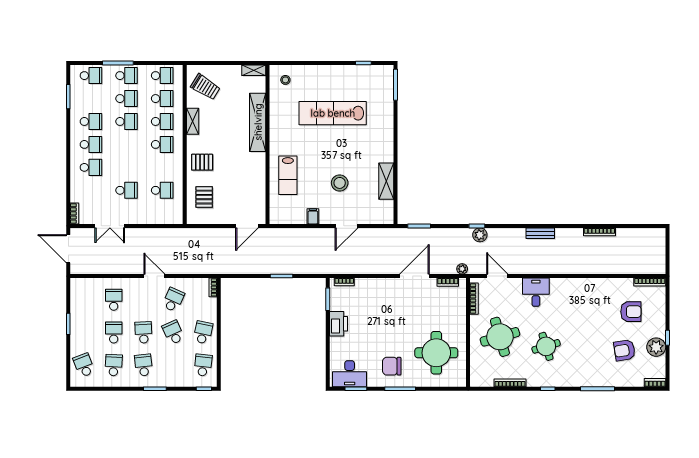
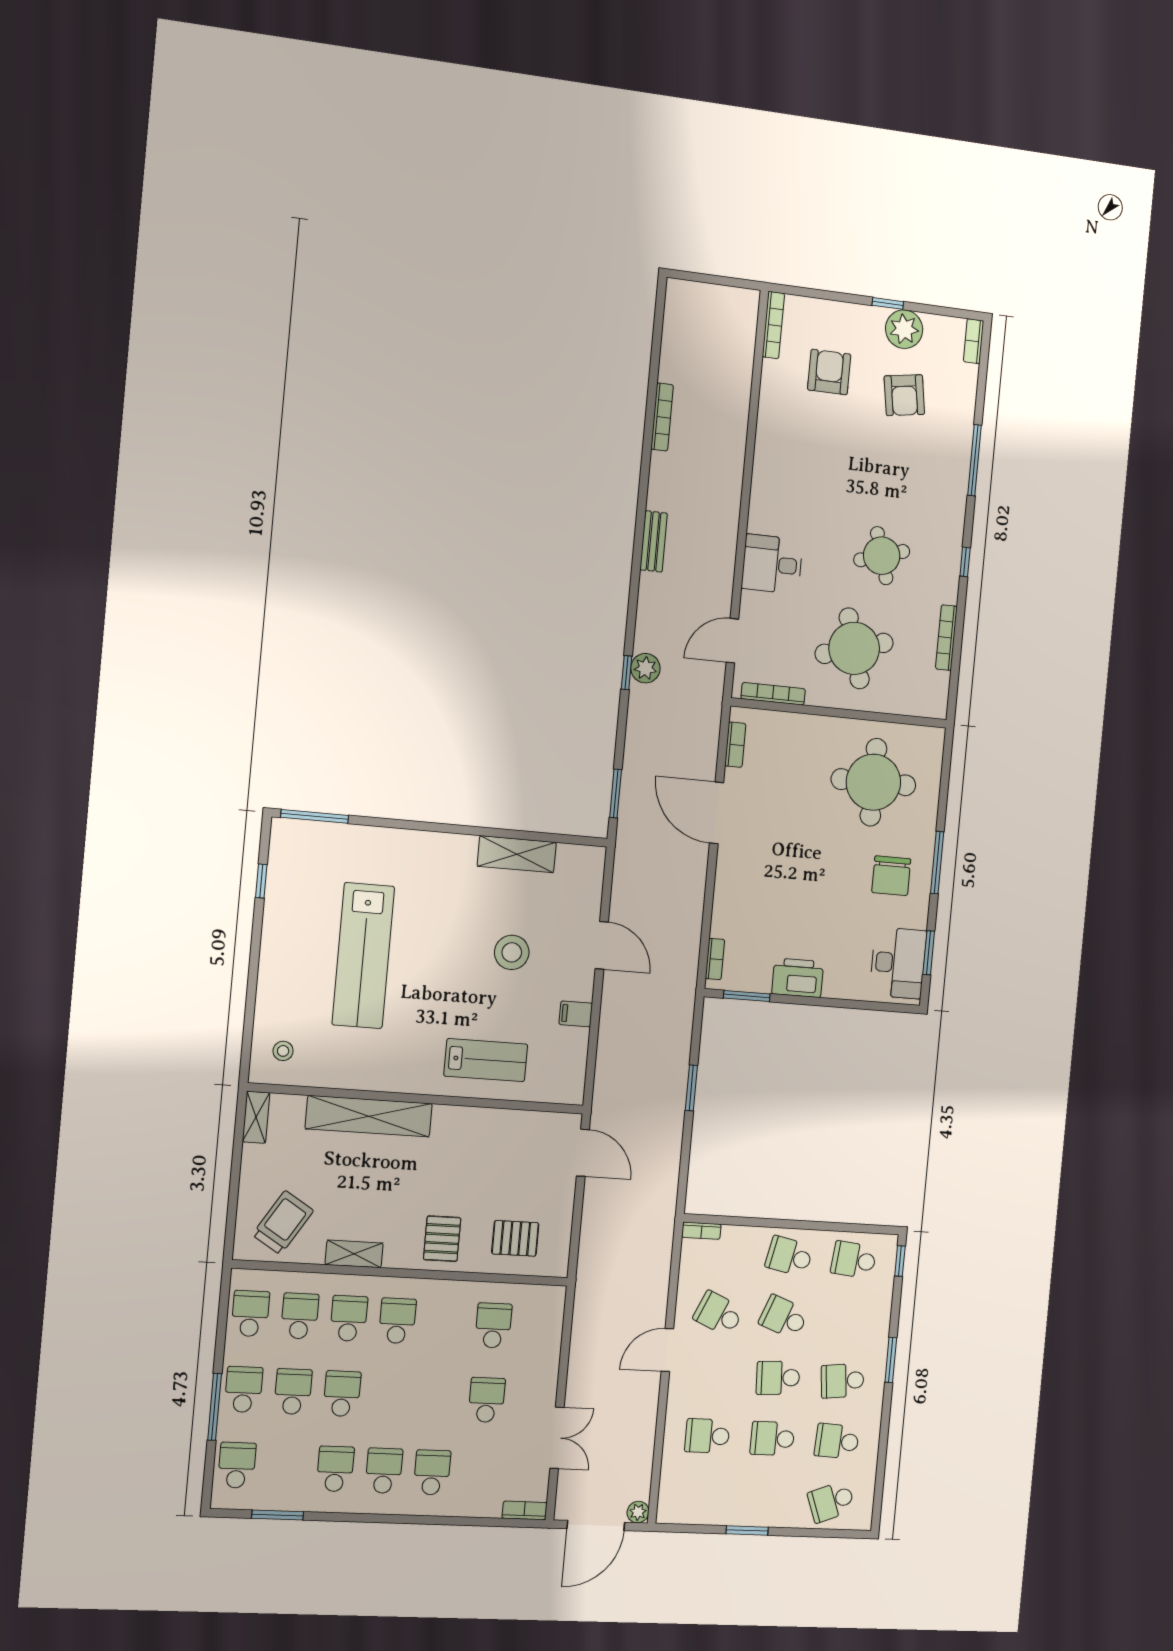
plant: (462, 269) -> (638, 1512), moved
school desk: (173, 332) -> (784, 1317), turned 45

